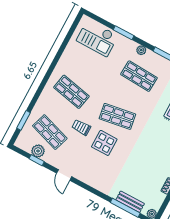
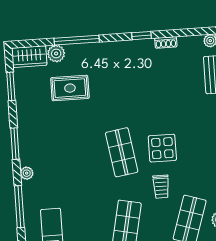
window: (124, 33) -> (19, 207), width x1.44
shop shelf: (139, 76) -> (59, 157), removed

